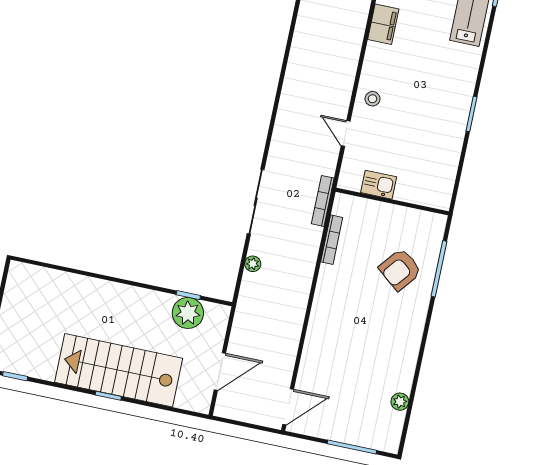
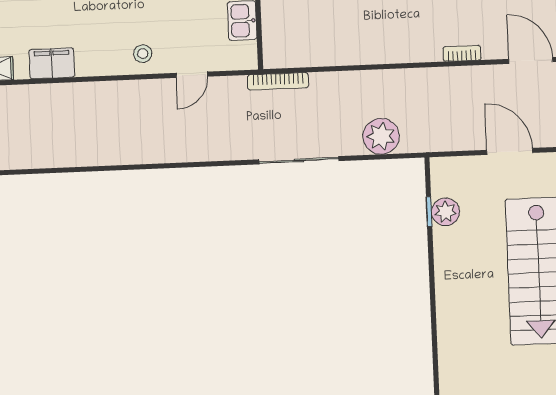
bookcase: (332, 240) -> (462, 53), moved, width x0.64
plant: (253, 264) -> (381, 136), width x1.87, depth x1.87
plant: (188, 313) -> (446, 212), width x0.73, depth x0.73

